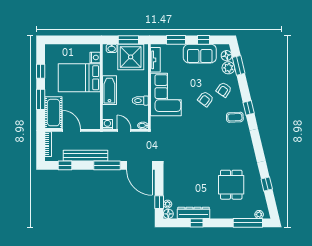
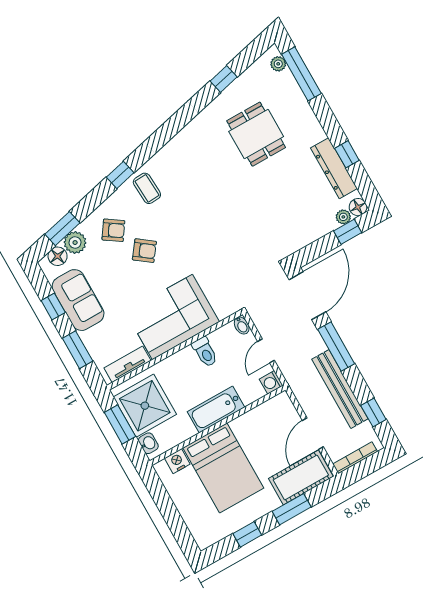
dining table: (231, 185) -> (256, 134), turned 90

